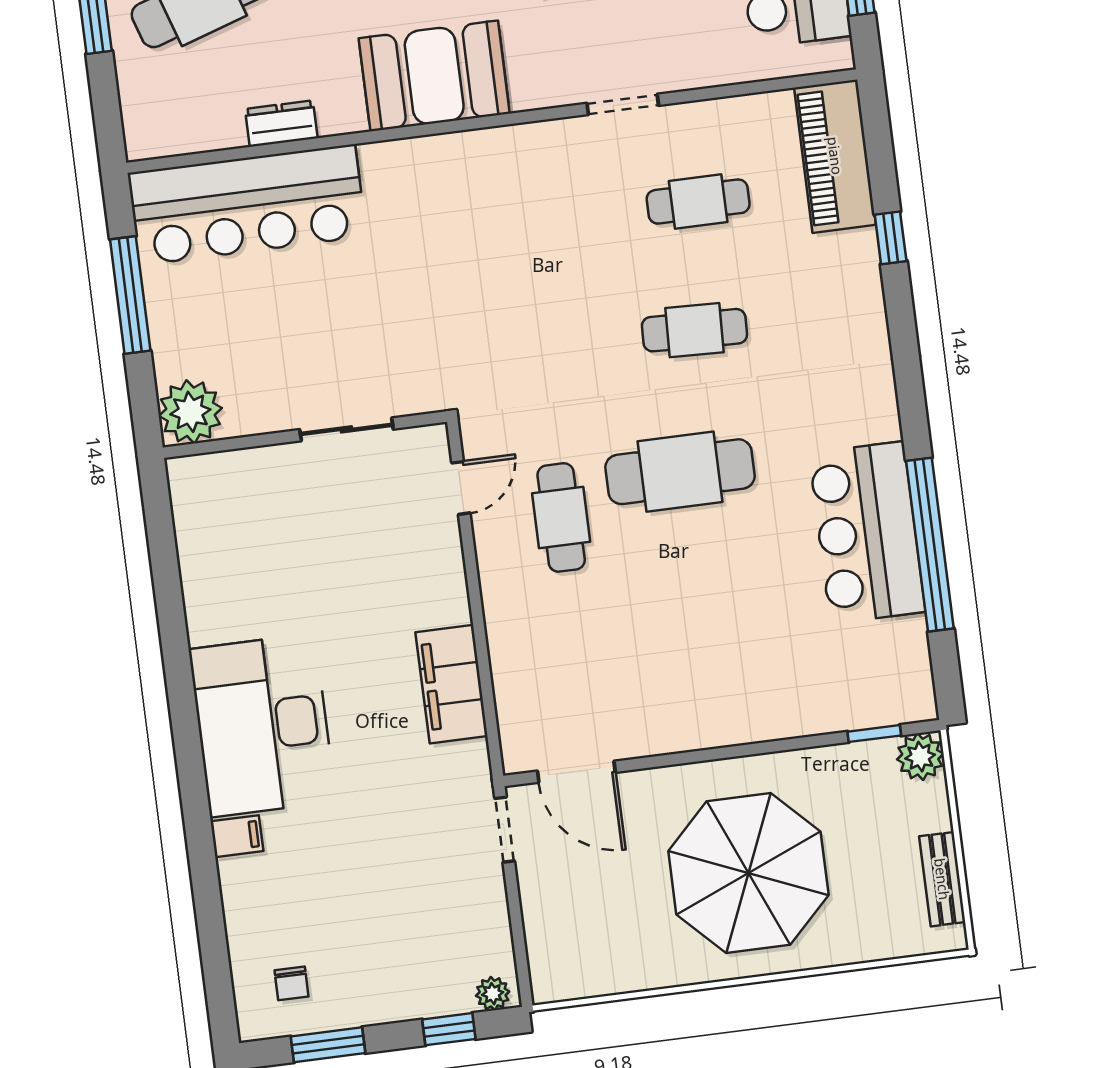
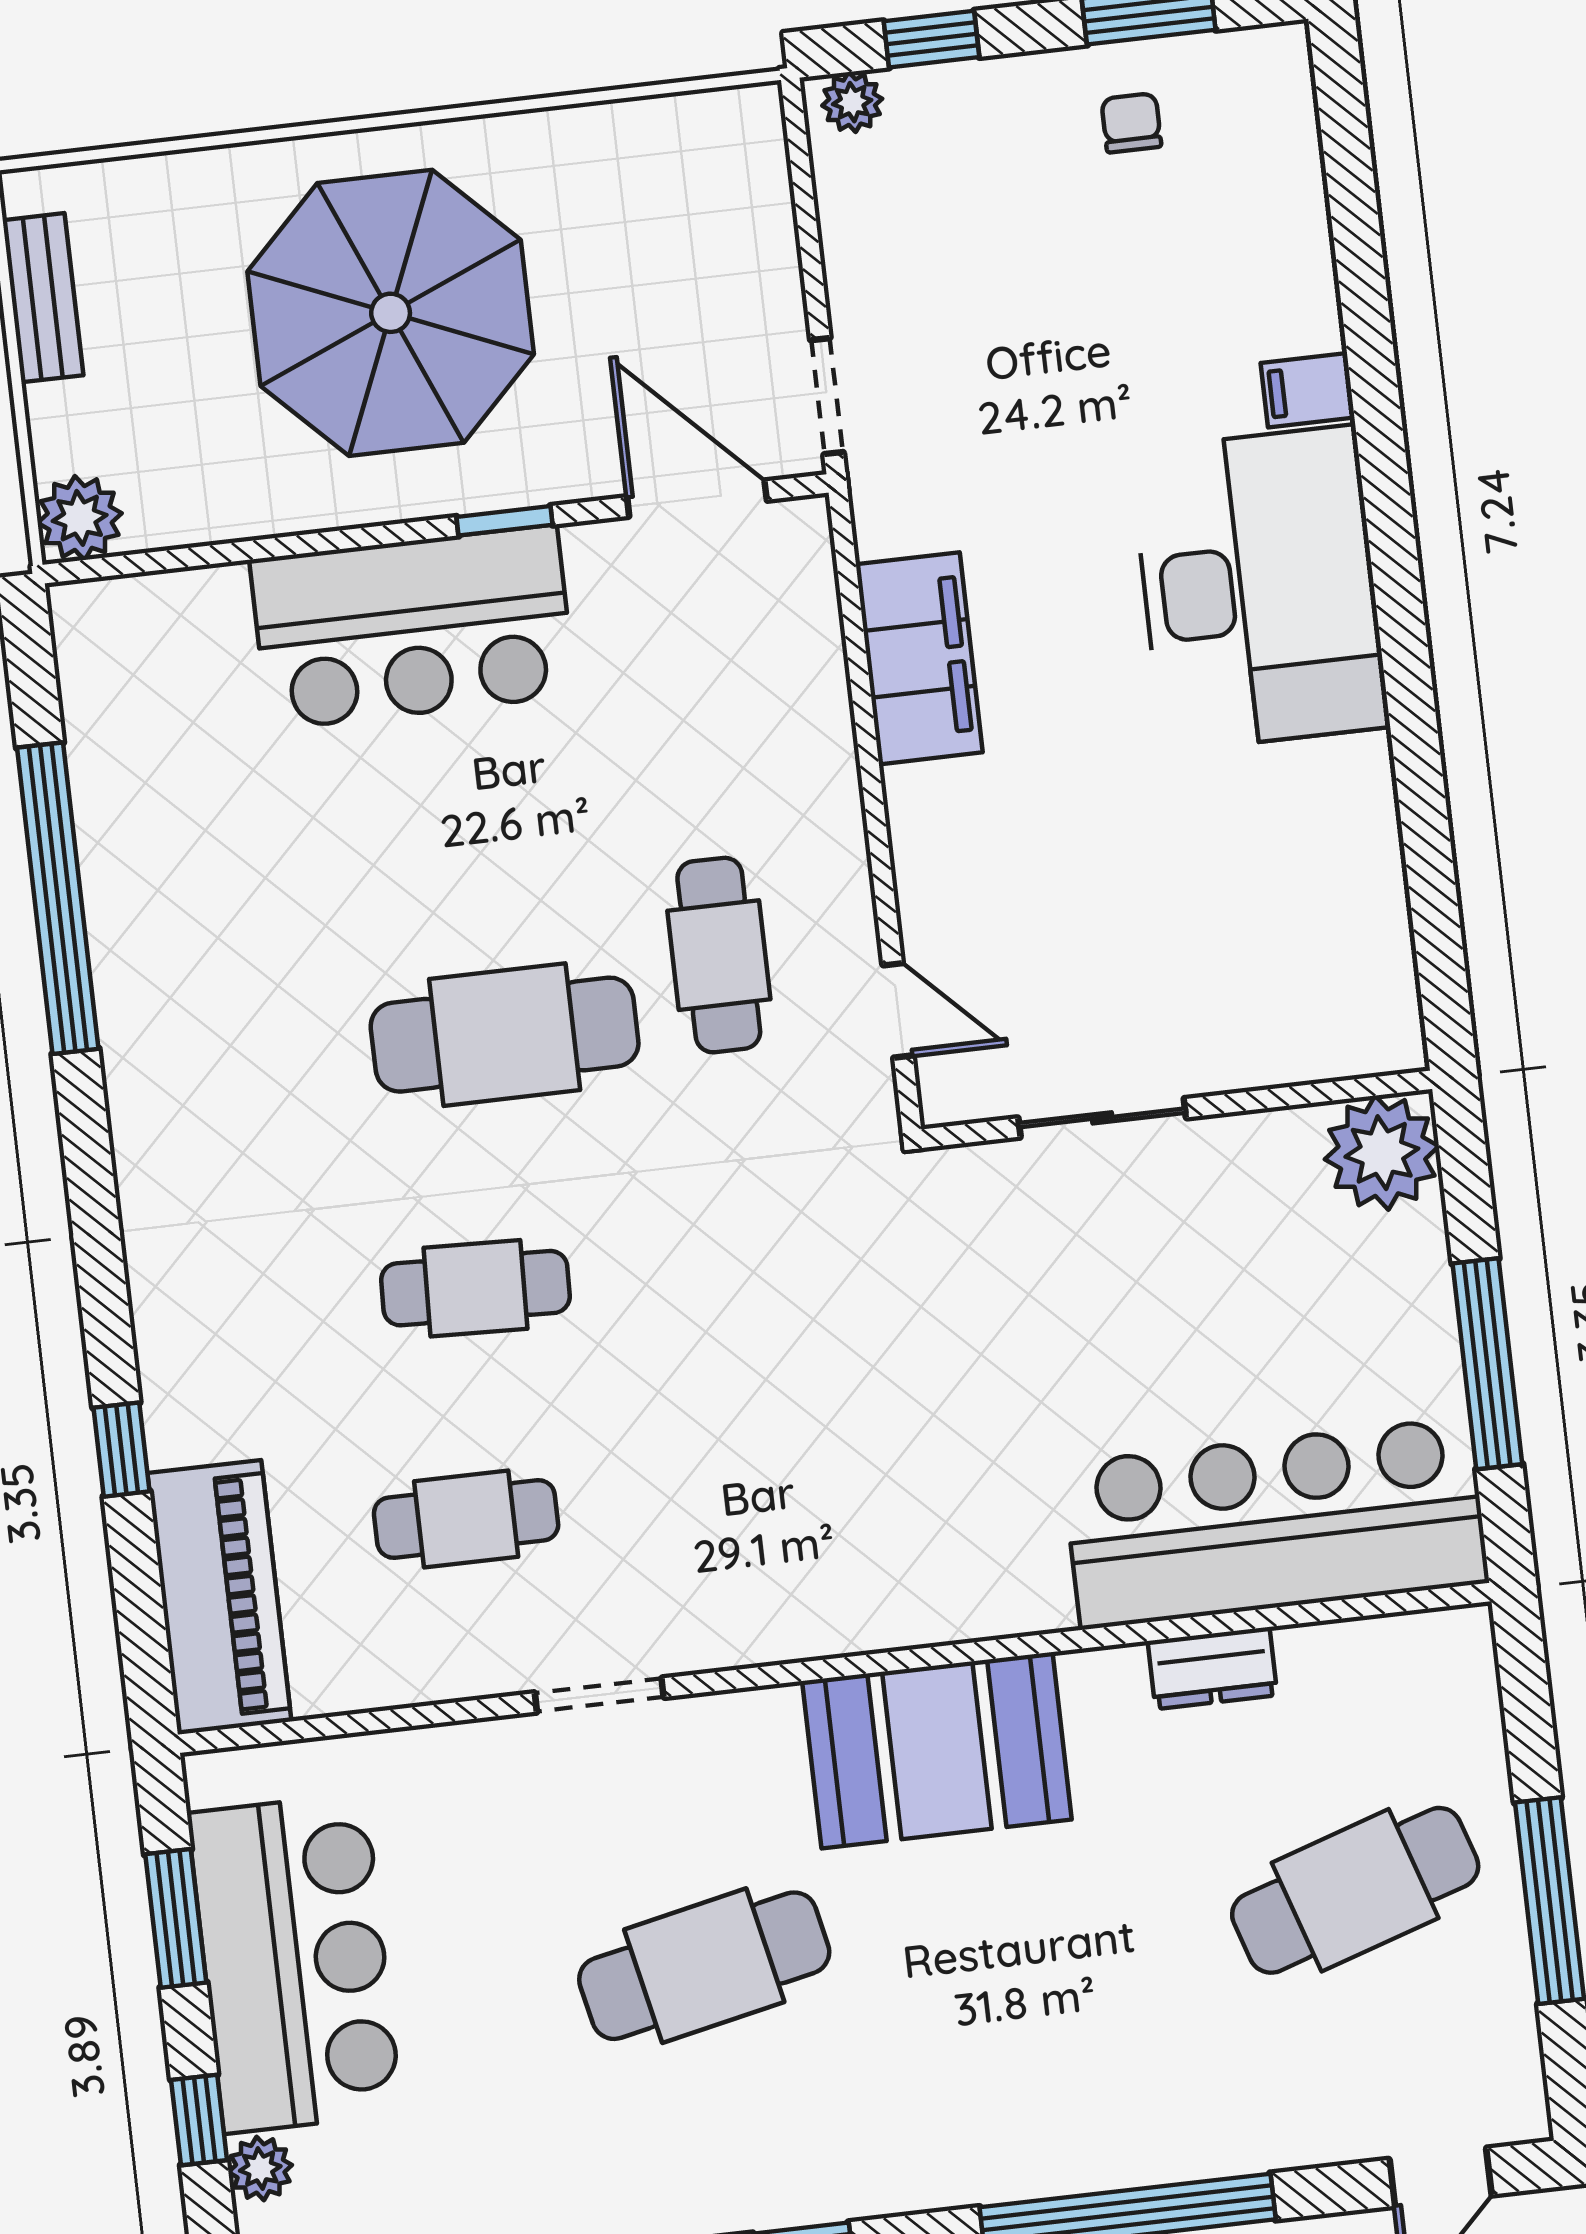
door: (461, 488) -> (898, 1010), swing flipped
bar counter: (867, 532) -> (413, 627), moved, turned 90
window: (874, 734) -> (504, 521), moved
chair: (292, 983) -> (1131, 123), moved

